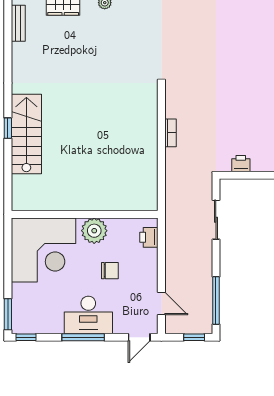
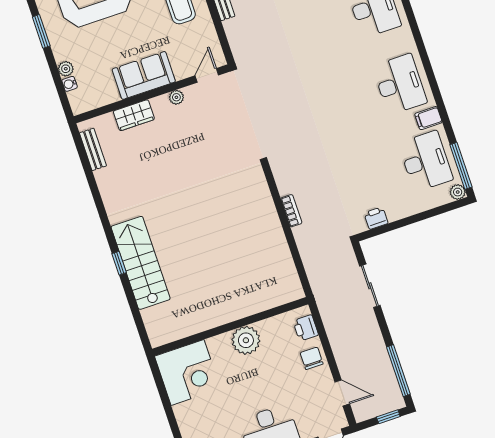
corner desk: (43, 250) -> (188, 372), width x0.74, depth x0.74
chair: (110, 271) -> (312, 358), moved, turned -90

